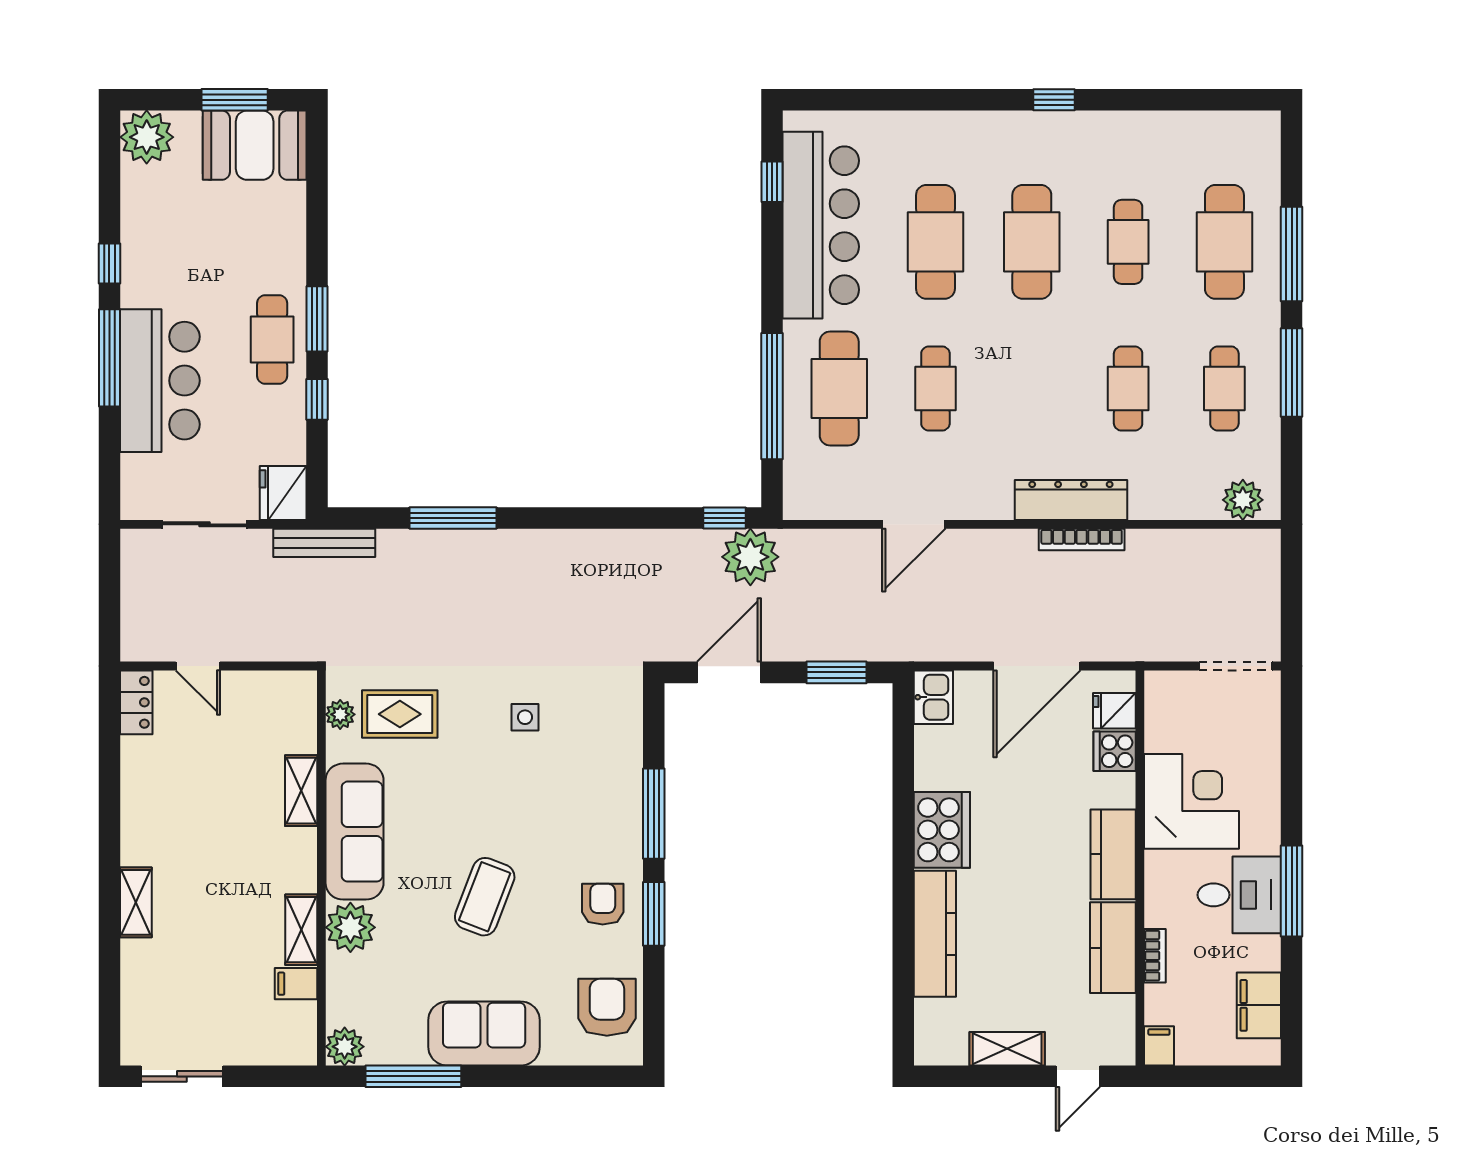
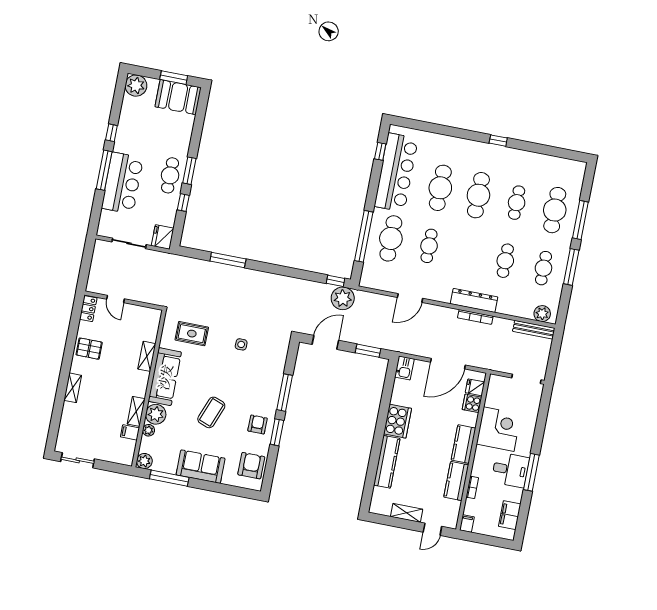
bench: (324, 543) -> (534, 330), moved
plant: (340, 714) -> (149, 430), moved
pallet: (157, 799) -> (89, 349), added

